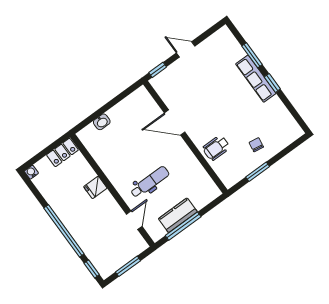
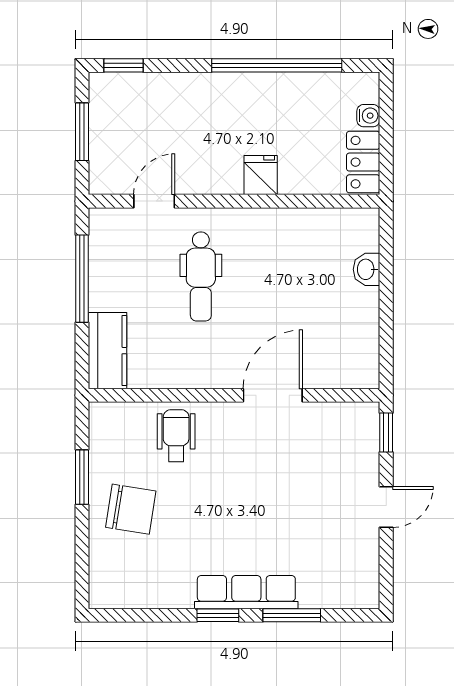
chair: (256, 145) -> (131, 509), width x1.87, depth x1.87
water cooler: (31, 172) -> (368, 116), moved
kitchen counter: (178, 215) -> (108, 351), moved
door: (134, 220) -> (154, 201), swing flipped
window: (64, 231) -> (277, 65), moved

